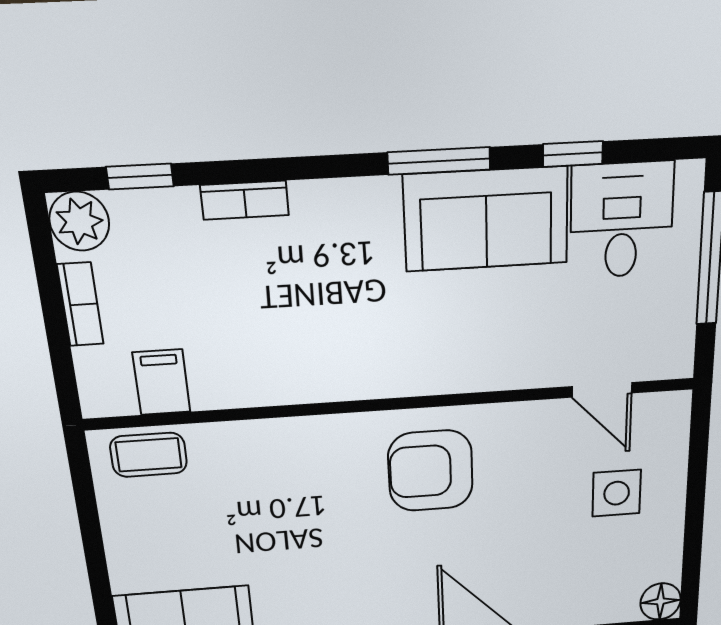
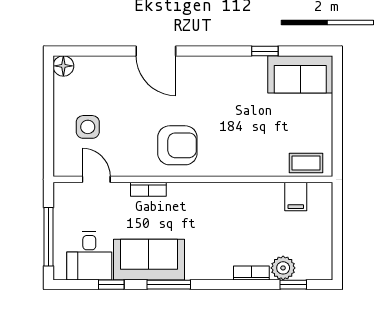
plant: (79, 221) -> (283, 268), moved
bookcase: (80, 304) -> (148, 189), moved, turned -90

